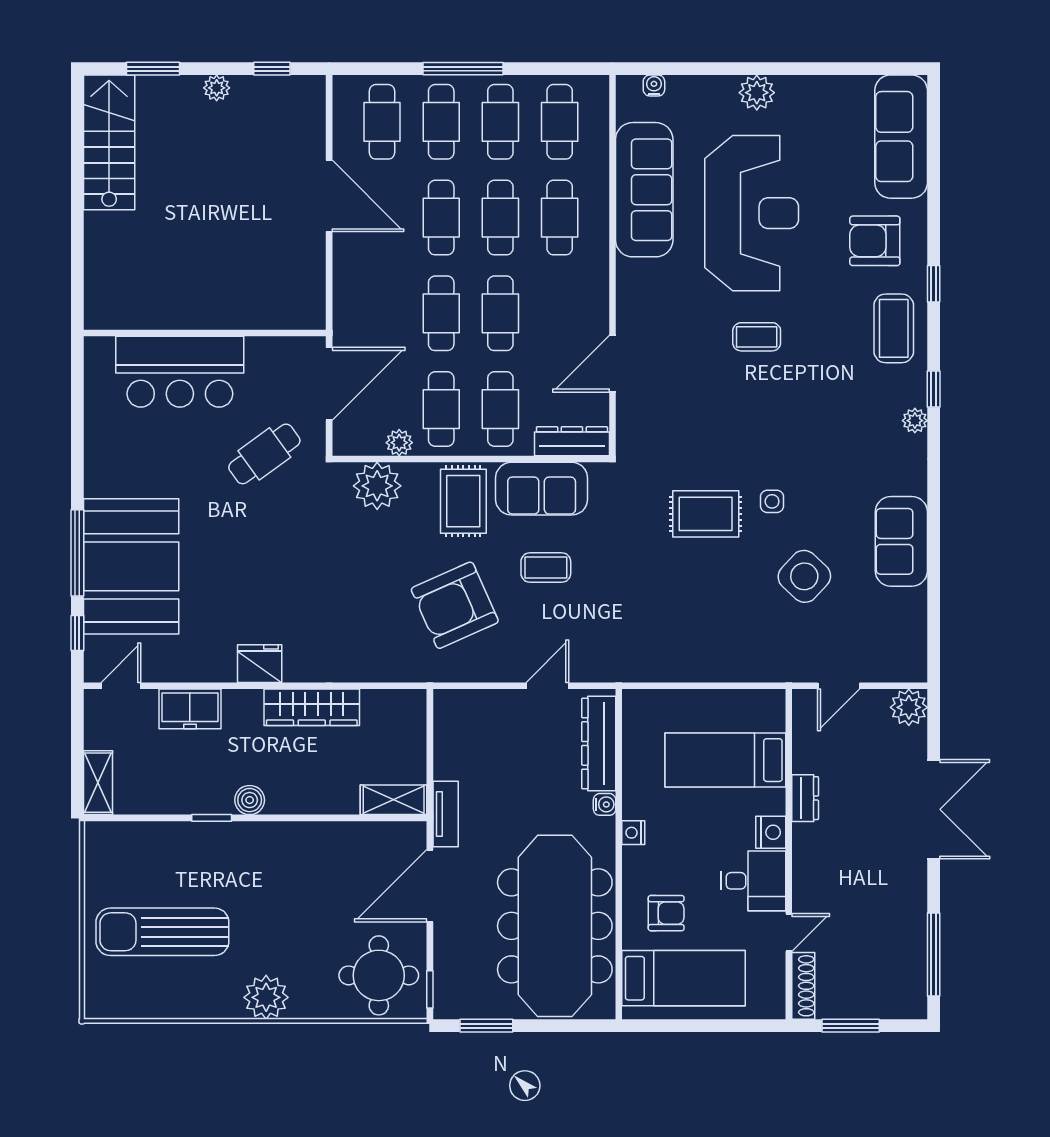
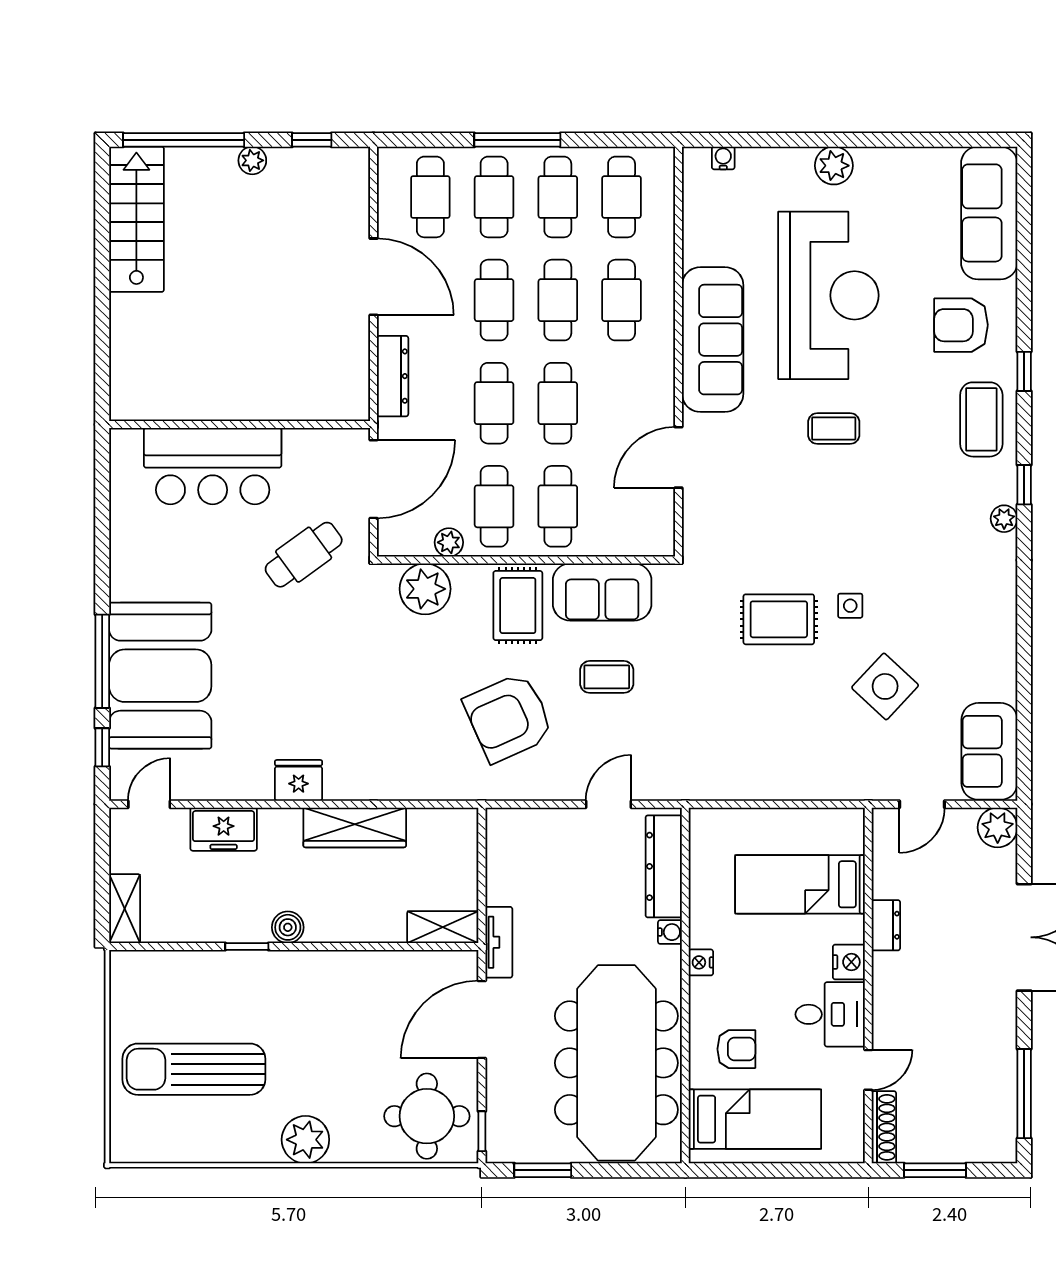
window: (153, 69) -> (184, 140), width x2.11
sofa: (644, 190) -> (713, 340), moved
dresser: (572, 441) -> (393, 376), moved, turned 90
sofa: (901, 541) -> (989, 751), moved

